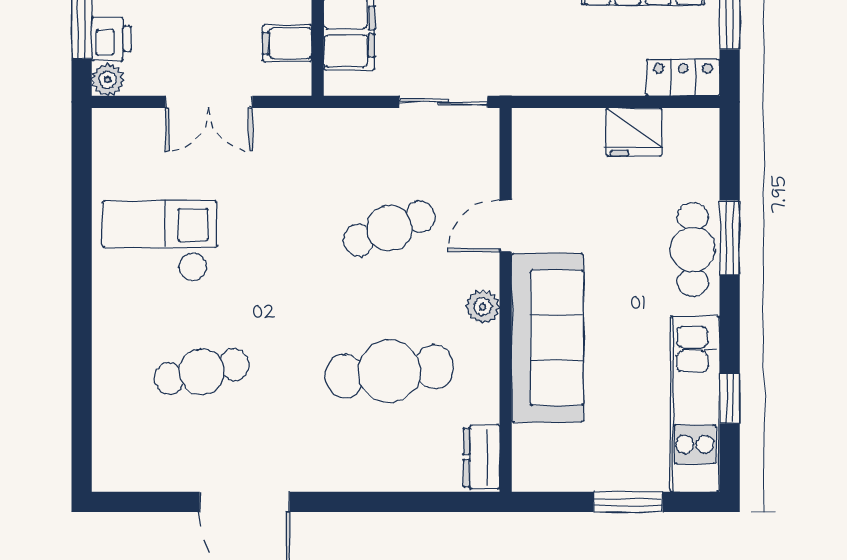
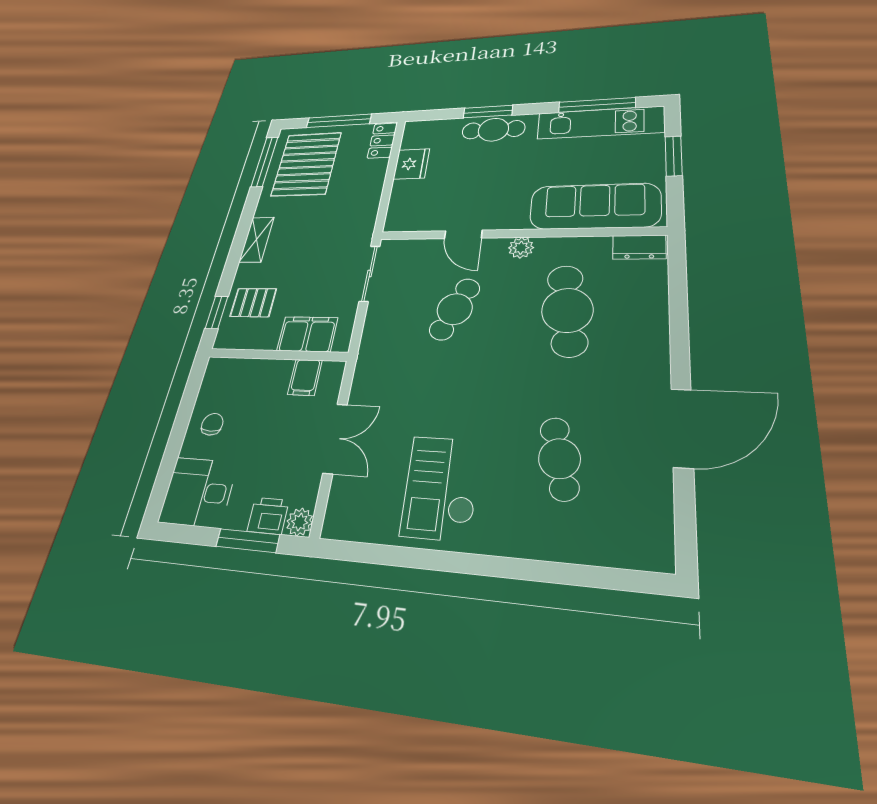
cafe table: (389, 228) -> (455, 309), turned 45
sofa: (547, 338) -> (595, 206), moved
window: (730, 398) -> (597, 105), width x2.17

